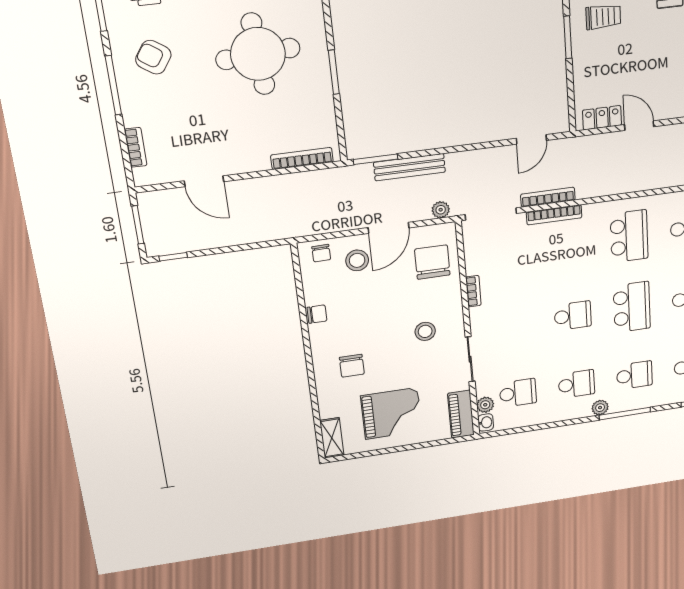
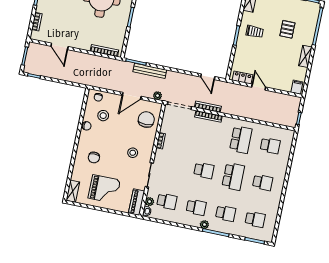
door: (531, 139) -> (208, 77), hinge flipped
stool: (357, 260) -> (103, 116), moved

